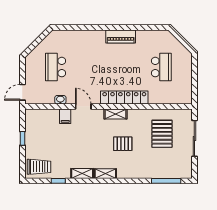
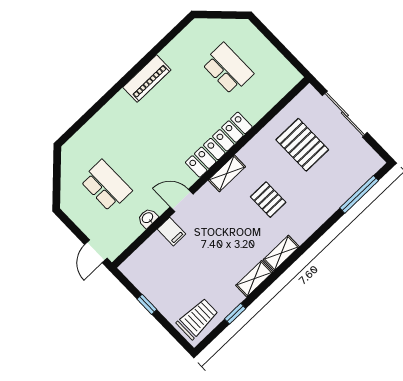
school desk: (56, 67) -> (106, 186), turned 180
pallet: (123, 144) -> (268, 200), turned 90

